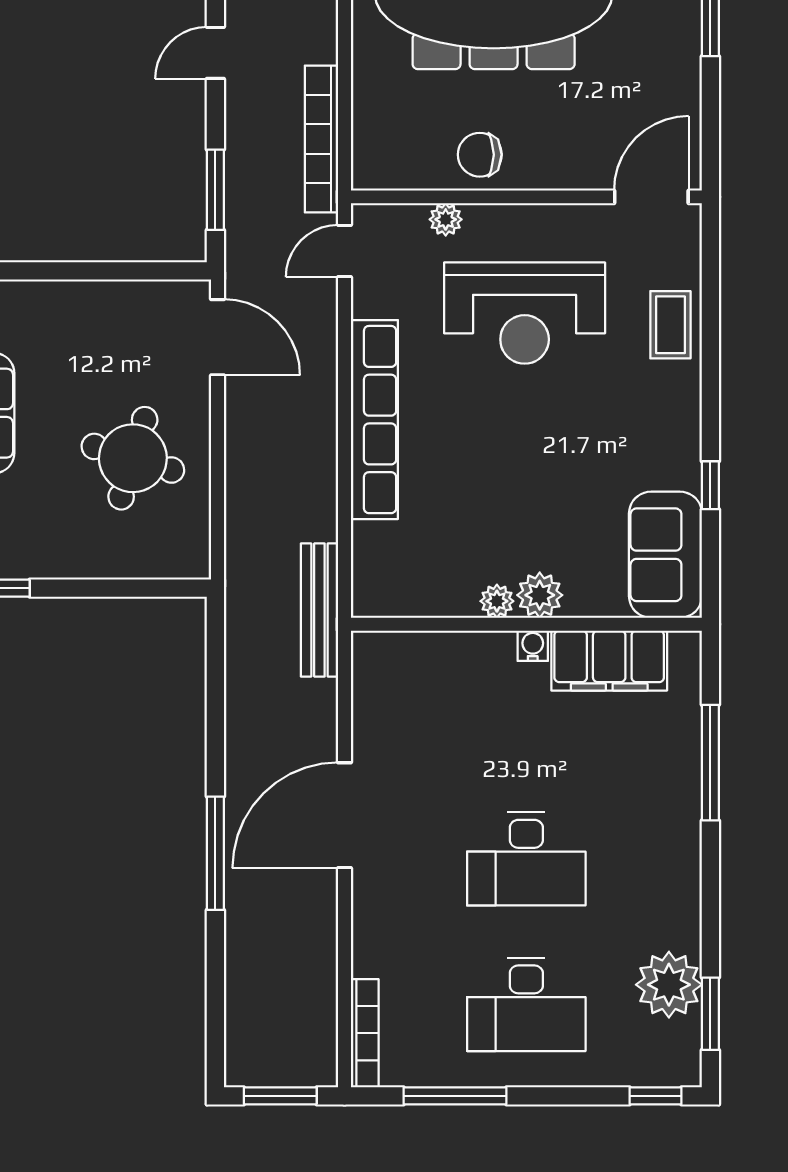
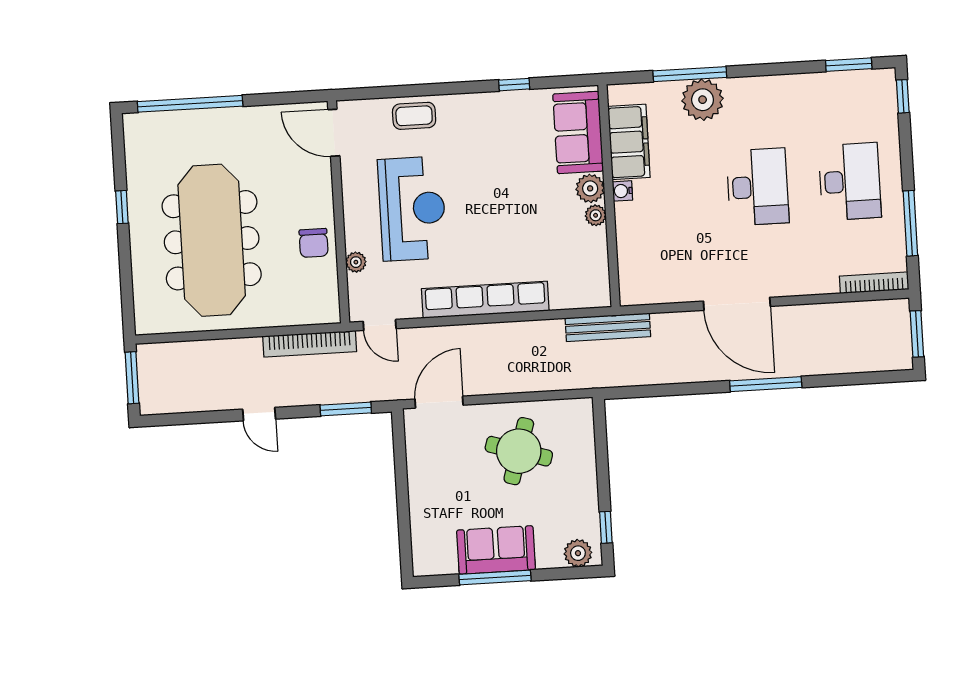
sofa: (665, 555) -> (578, 132), moved, turned 90
plant: (669, 985) -> (703, 100), moved

